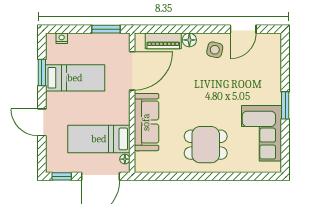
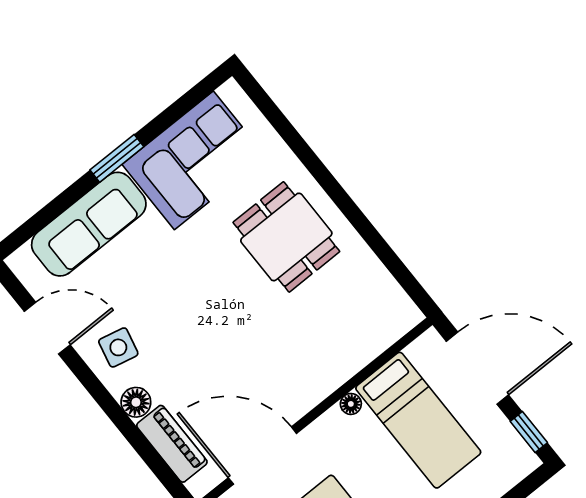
sofa: (146, 122) -> (89, 224), moved, turned 180
floor lamp: (125, 159) -> (351, 404), moved

